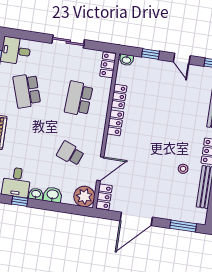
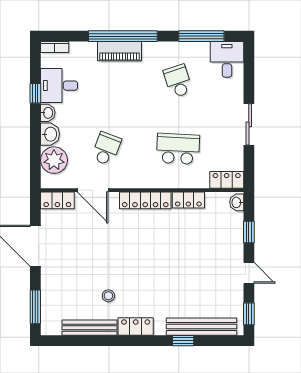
door: (182, 59) -> (249, 273), swing flipped
school desk: (27, 91) -> (178, 81), width x0.54
locker: (115, 123) -> (145, 200), width x1.53
plant: (84, 196) -> (54, 160), moved

